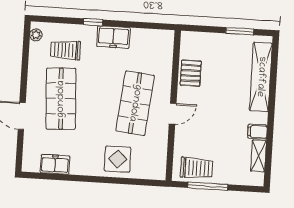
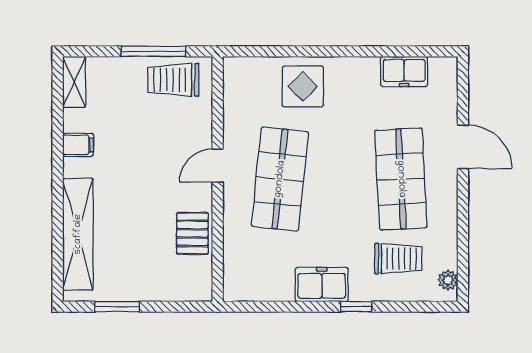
shelving: (258, 156) -> (74, 82), moved

